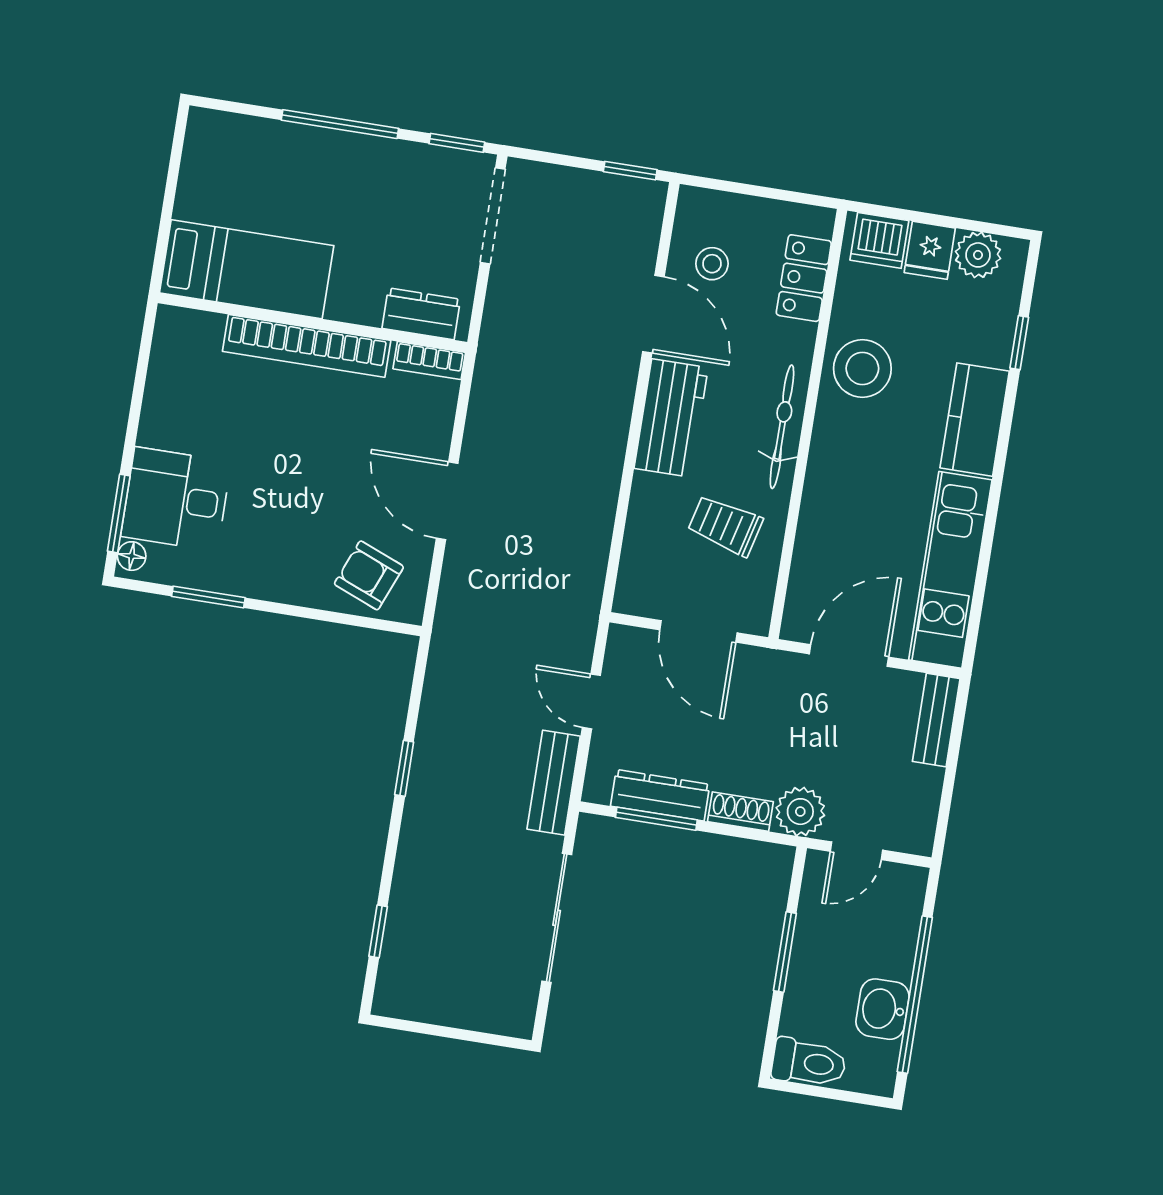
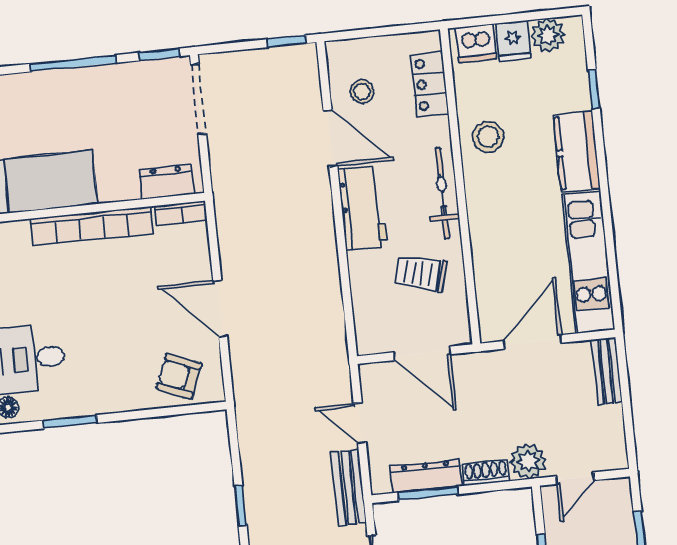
stool: (862, 368) -> (488, 137), width x0.73, depth x0.73

